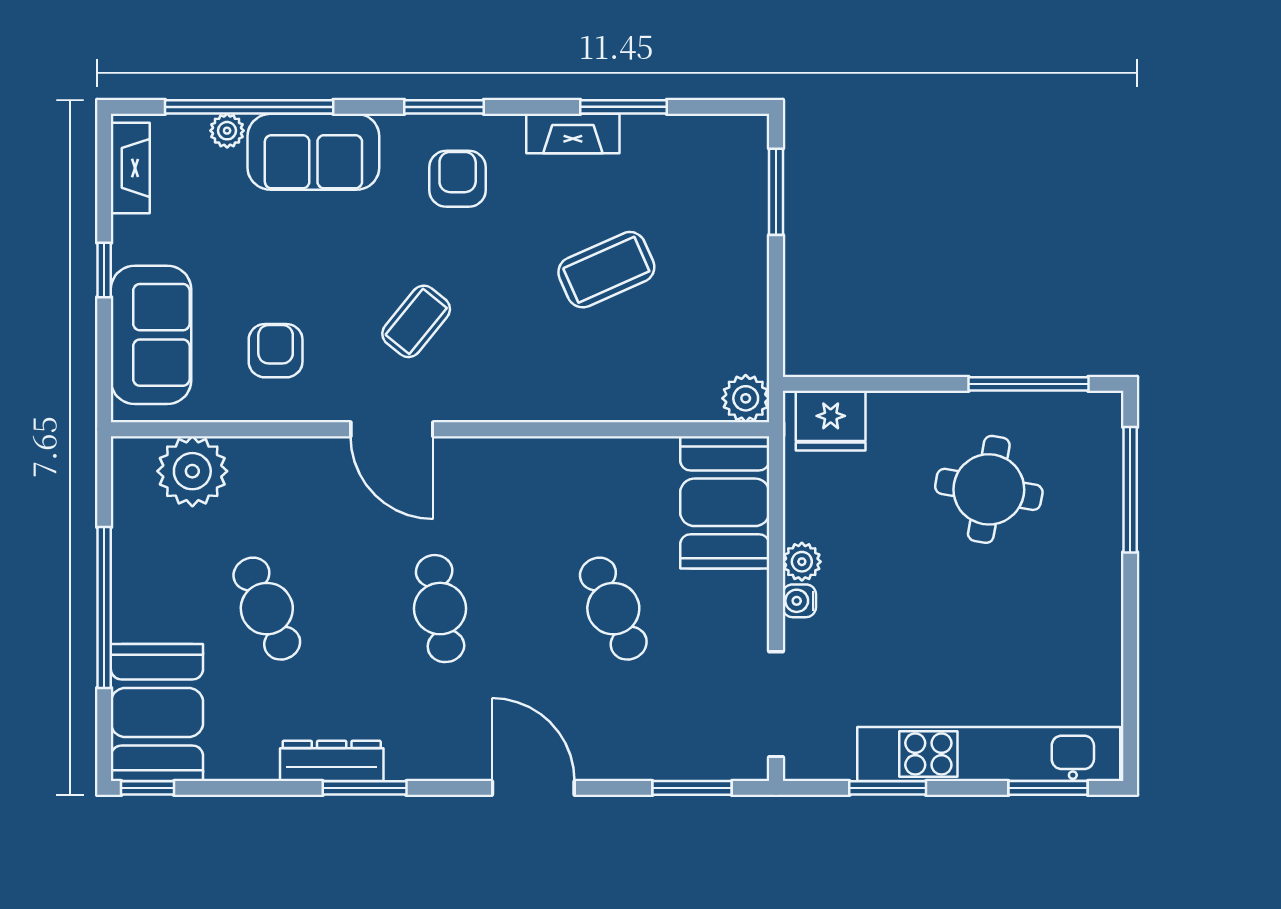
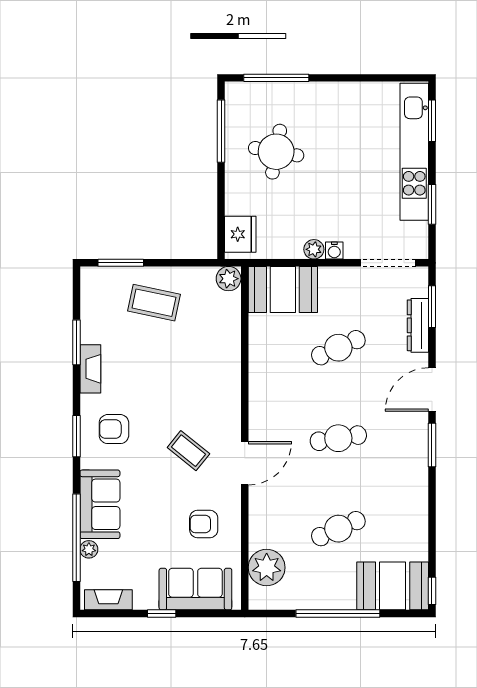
coffee table: (606, 270) -> (154, 303), moved, turned -54
dresser: (332, 761) -> (418, 325), moved
window: (365, 788) -> (432, 445), moved

